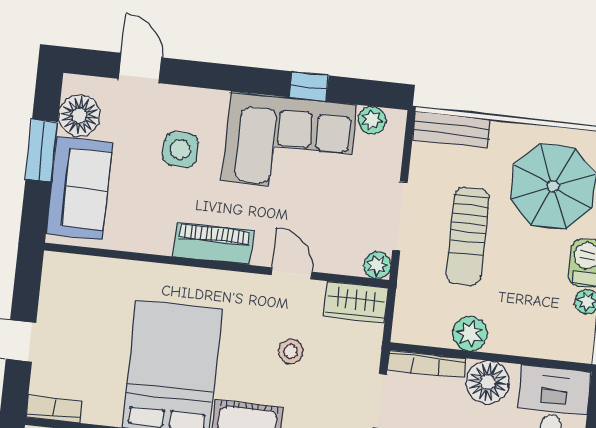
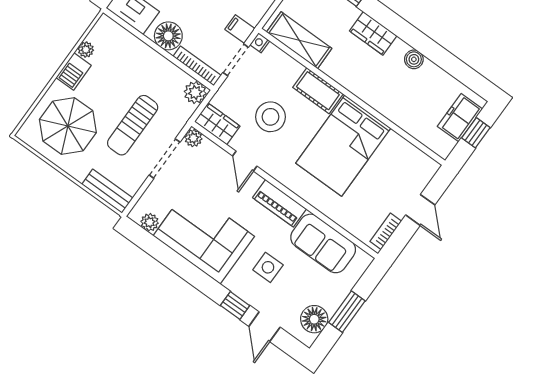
window: (309, 86) -> (235, 305), moved
sofa: (79, 188) -> (323, 243), moved, turned -90
sun lounger: (468, 236) -> (133, 125), turned 180
plant: (470, 334) -> (195, 93), moved
stool: (291, 352) -> (270, 117), width x1.89, depth x1.89
bookcase: (54, 409) -> (386, 231), moved, turned 90

